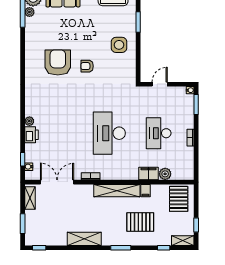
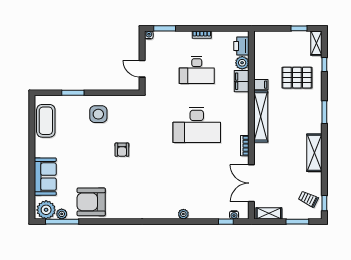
armchair: (58, 62) -> (91, 202), moved
printer: (31, 135) -> (241, 46), moved, turned -90
pallet: (179, 199) -> (270, 48), removed
pallet: (140, 222) -> (297, 78), moved, turned 90
trolley: (43, 233) -> (308, 199), added

